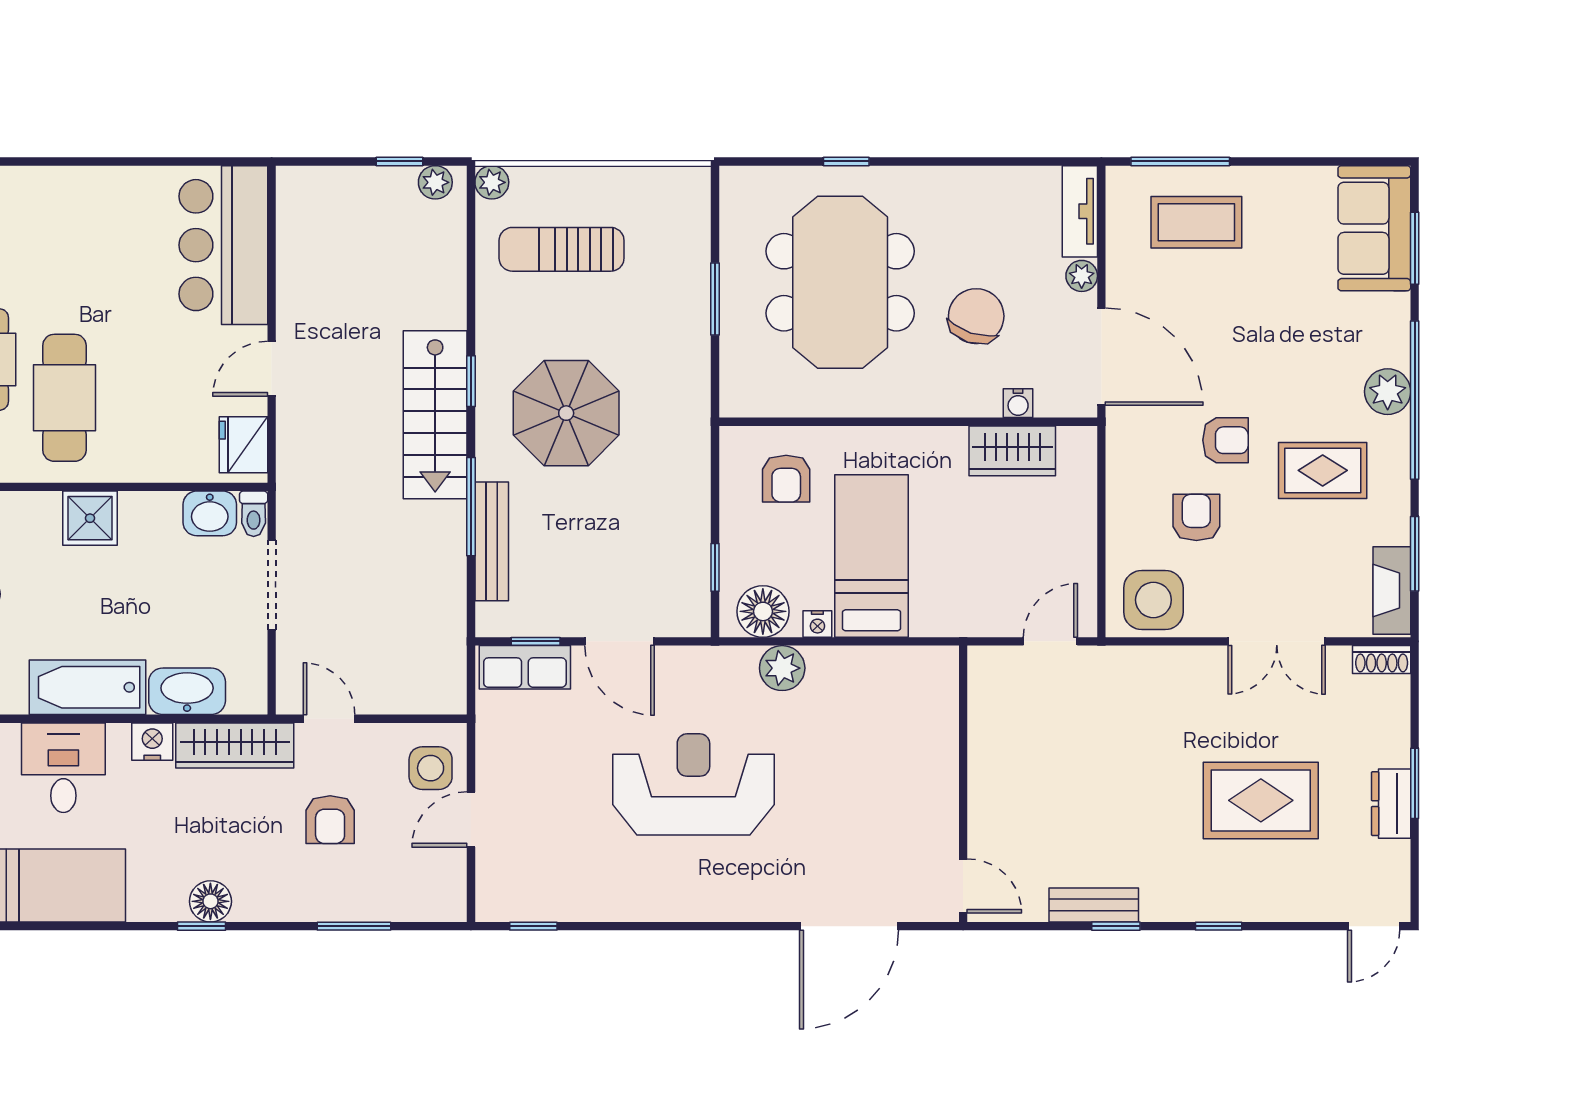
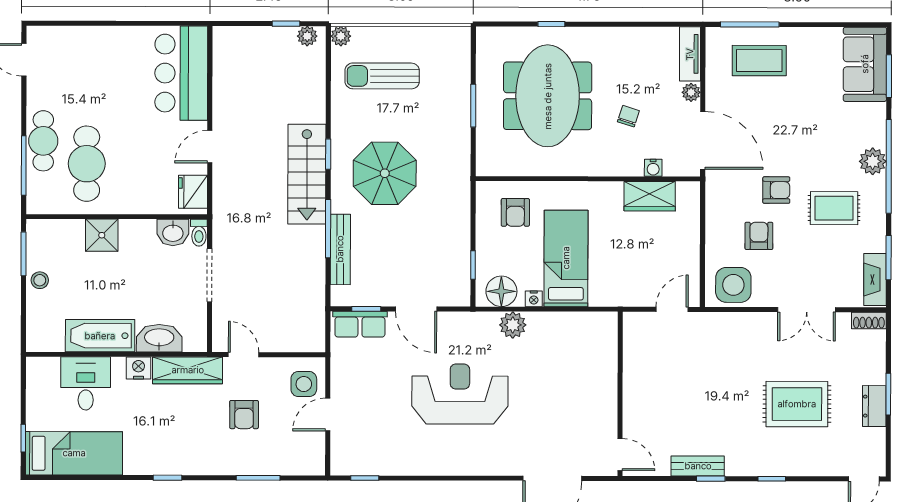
chair: (976, 316) -> (628, 116), width x0.54, depth x0.54
floor lamp: (210, 901) -> (173, 463), removed

